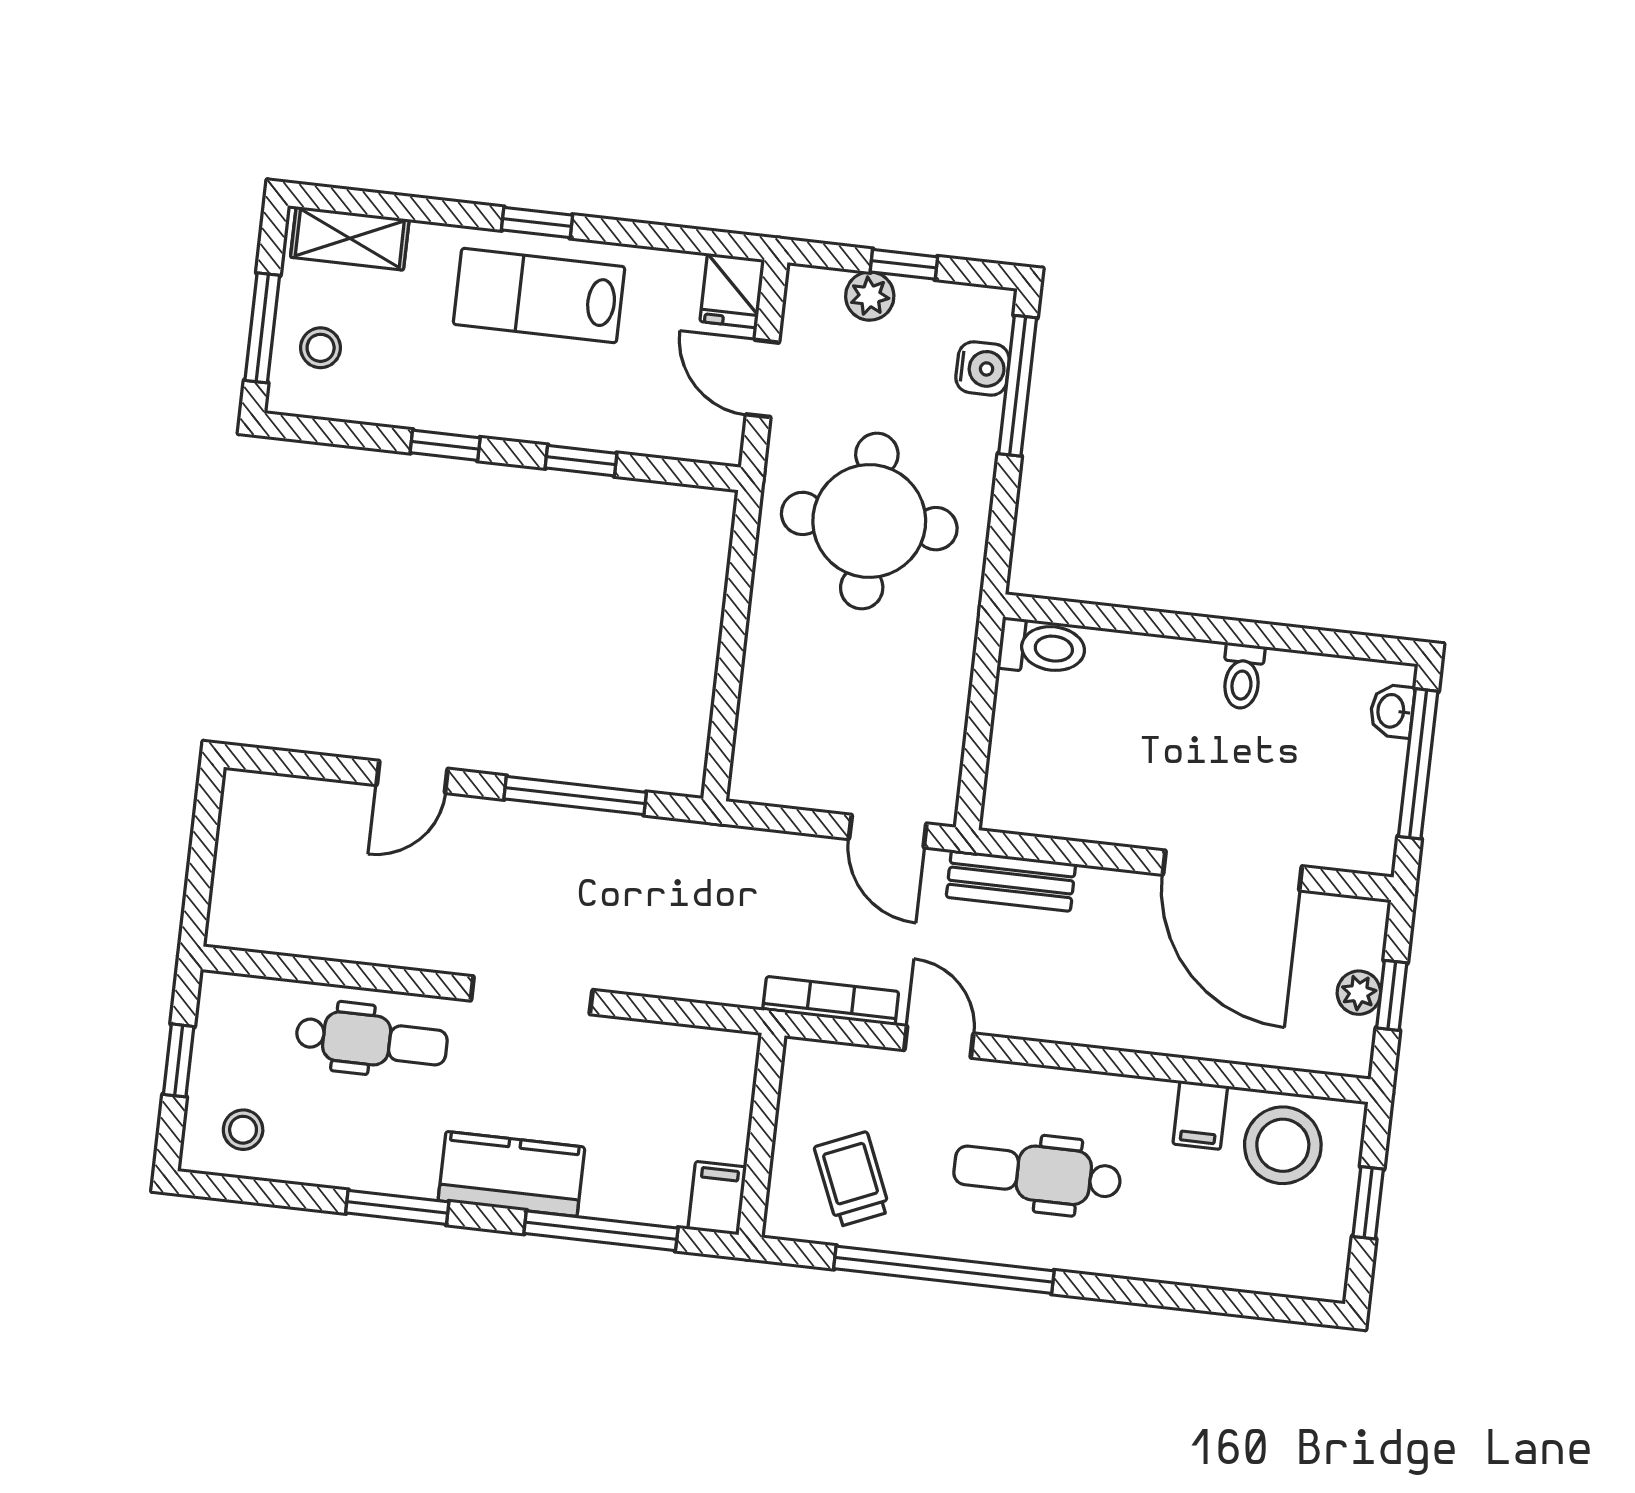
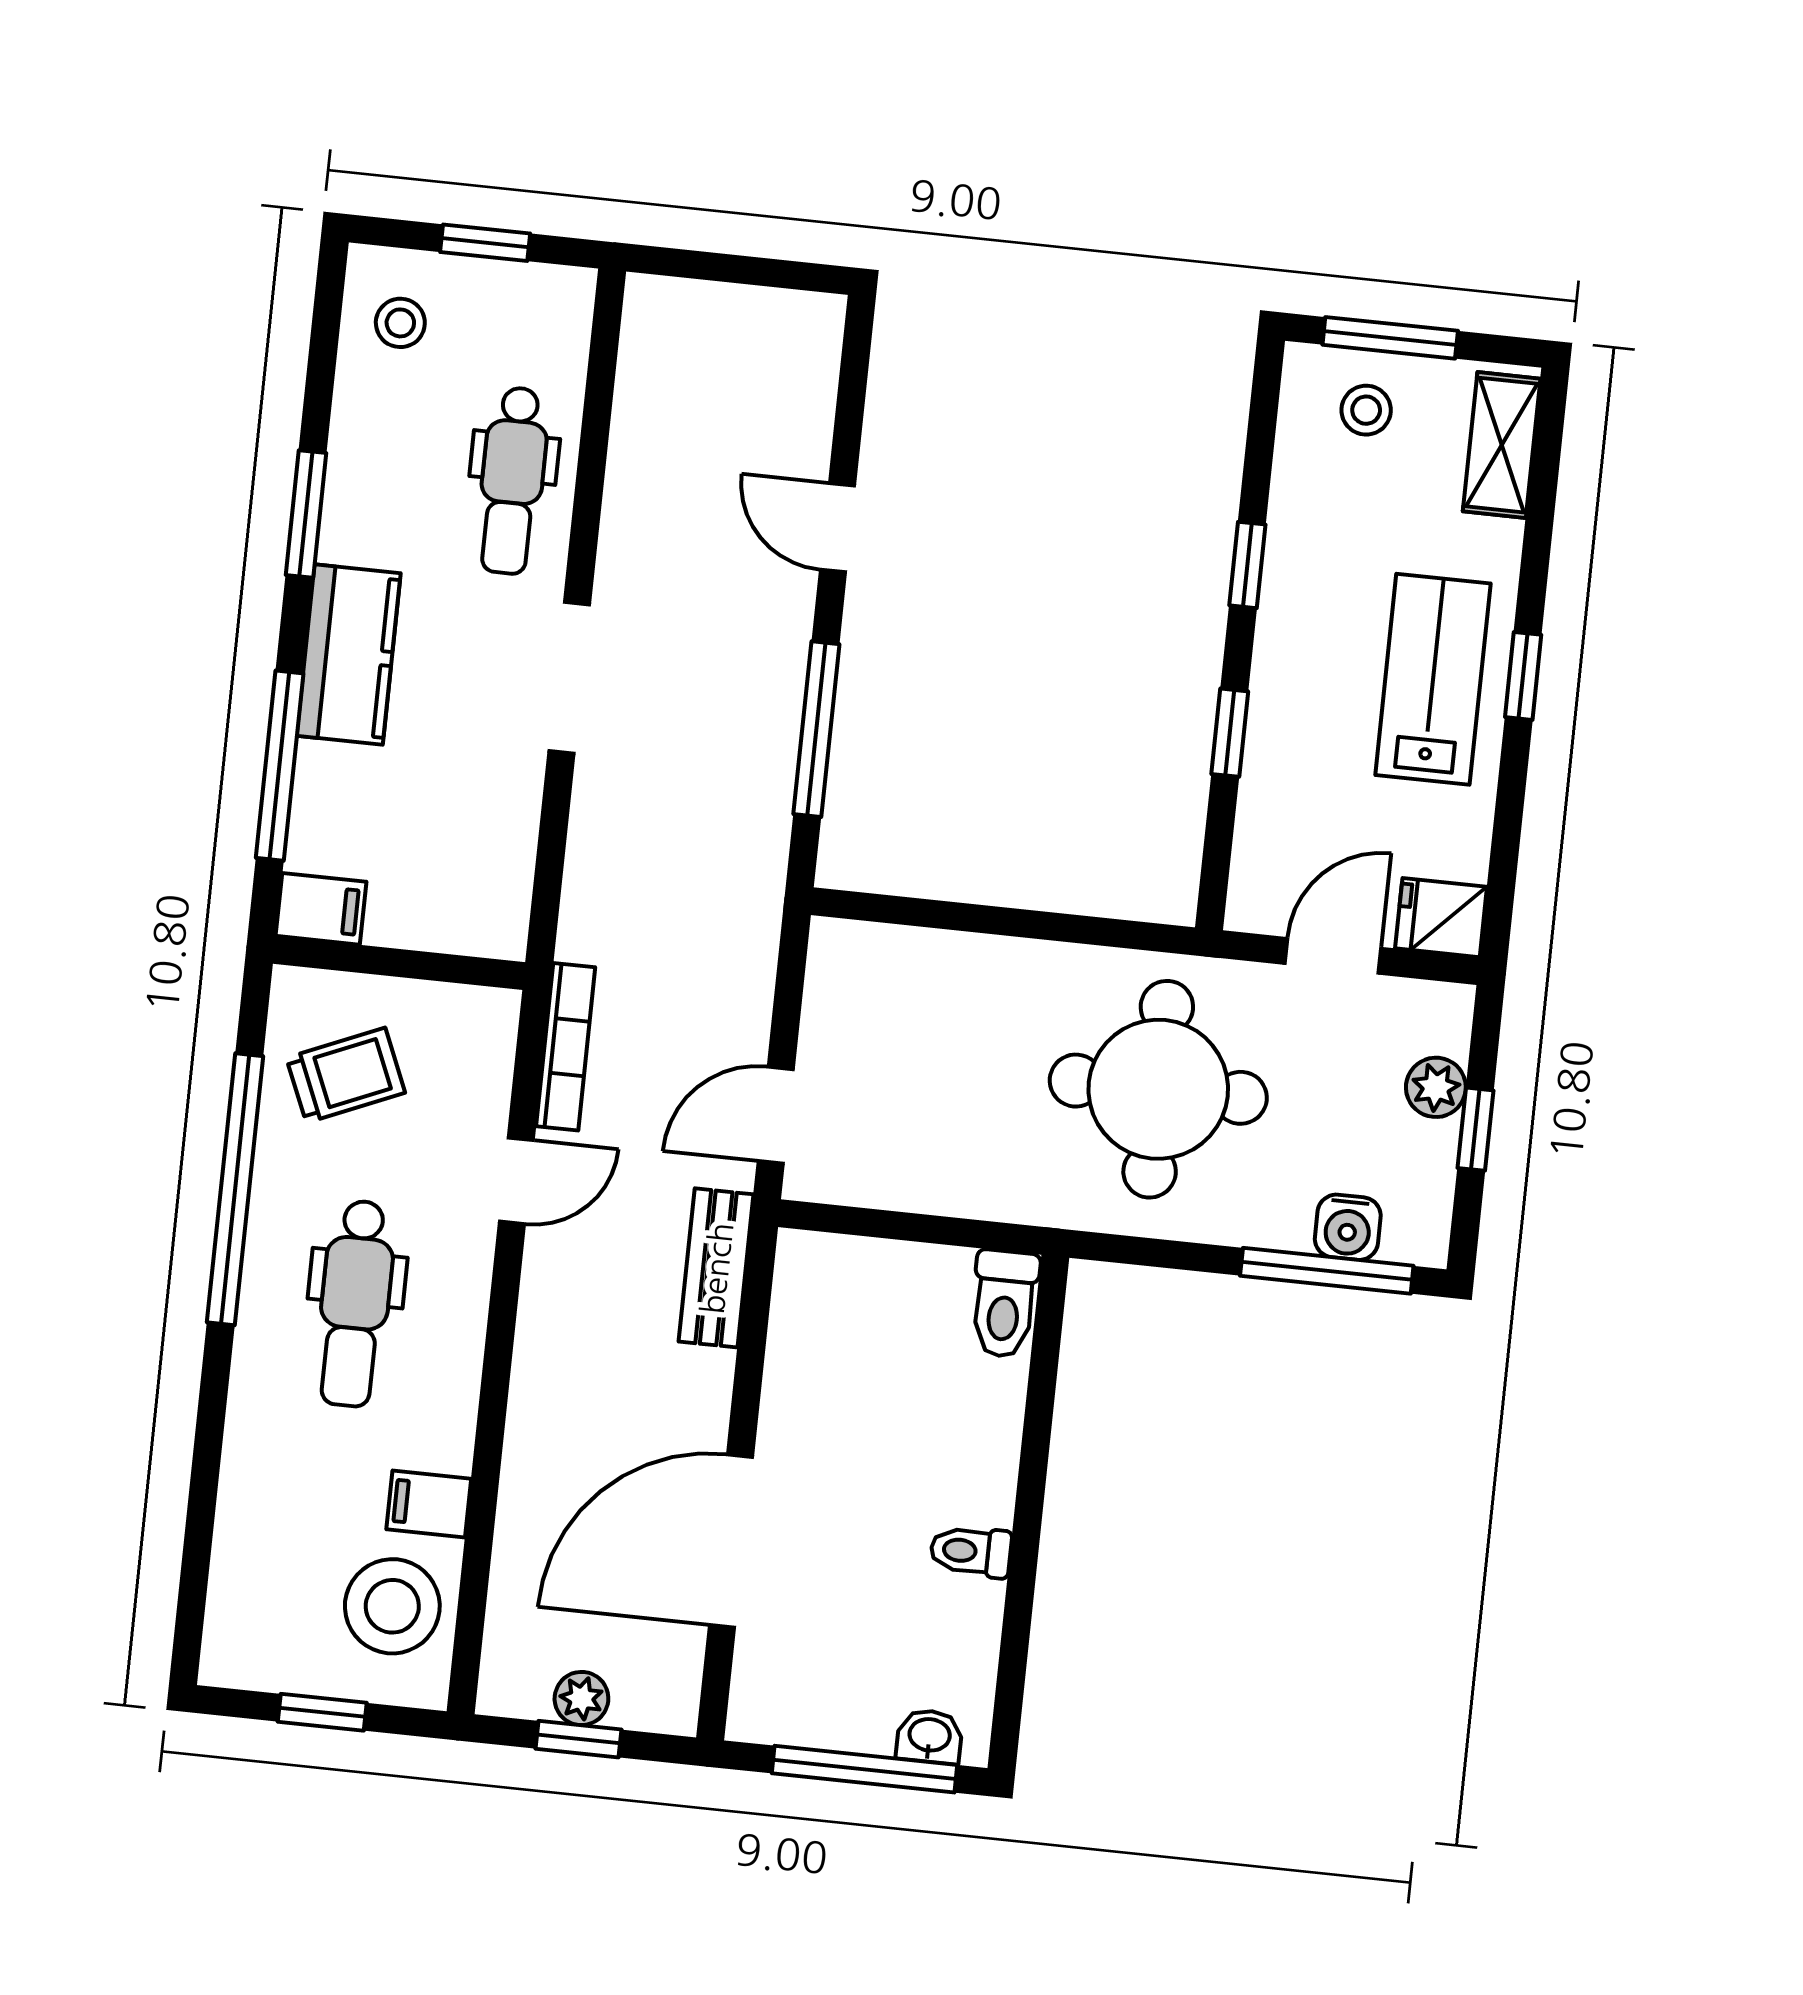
dental chair: (1037, 1173) -> (355, 1304), turned 180

